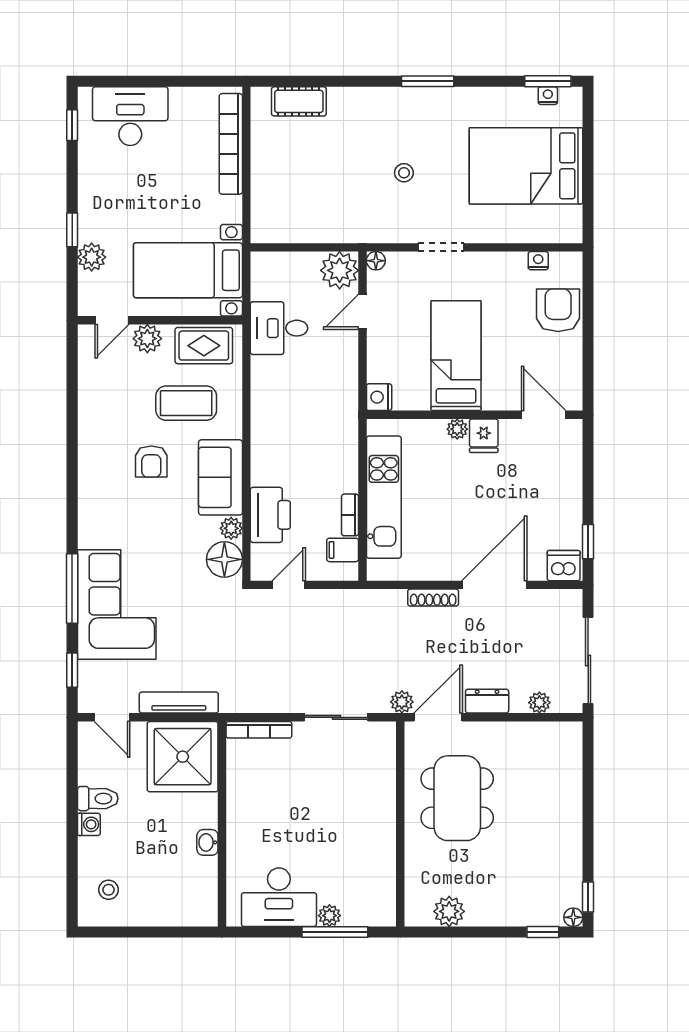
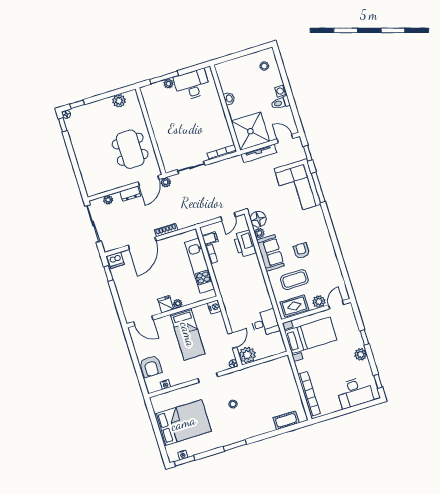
plant: (92, 257) -> (361, 354), moved

